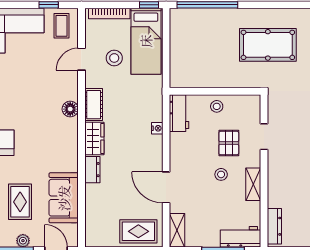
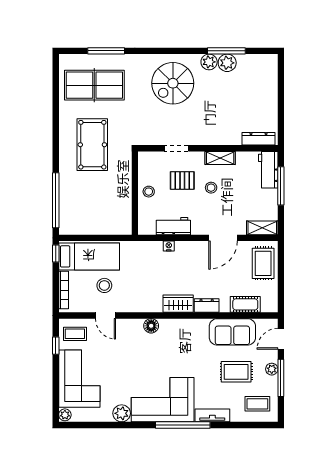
cot: (94, 105) -> (245, 304), moved
workbench: (179, 113) -> (173, 226), moved

